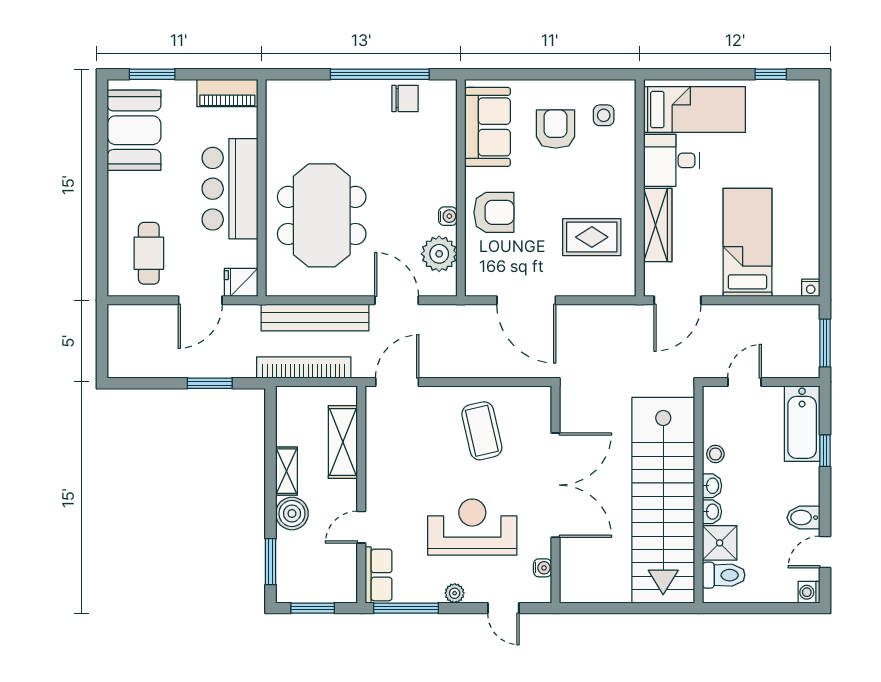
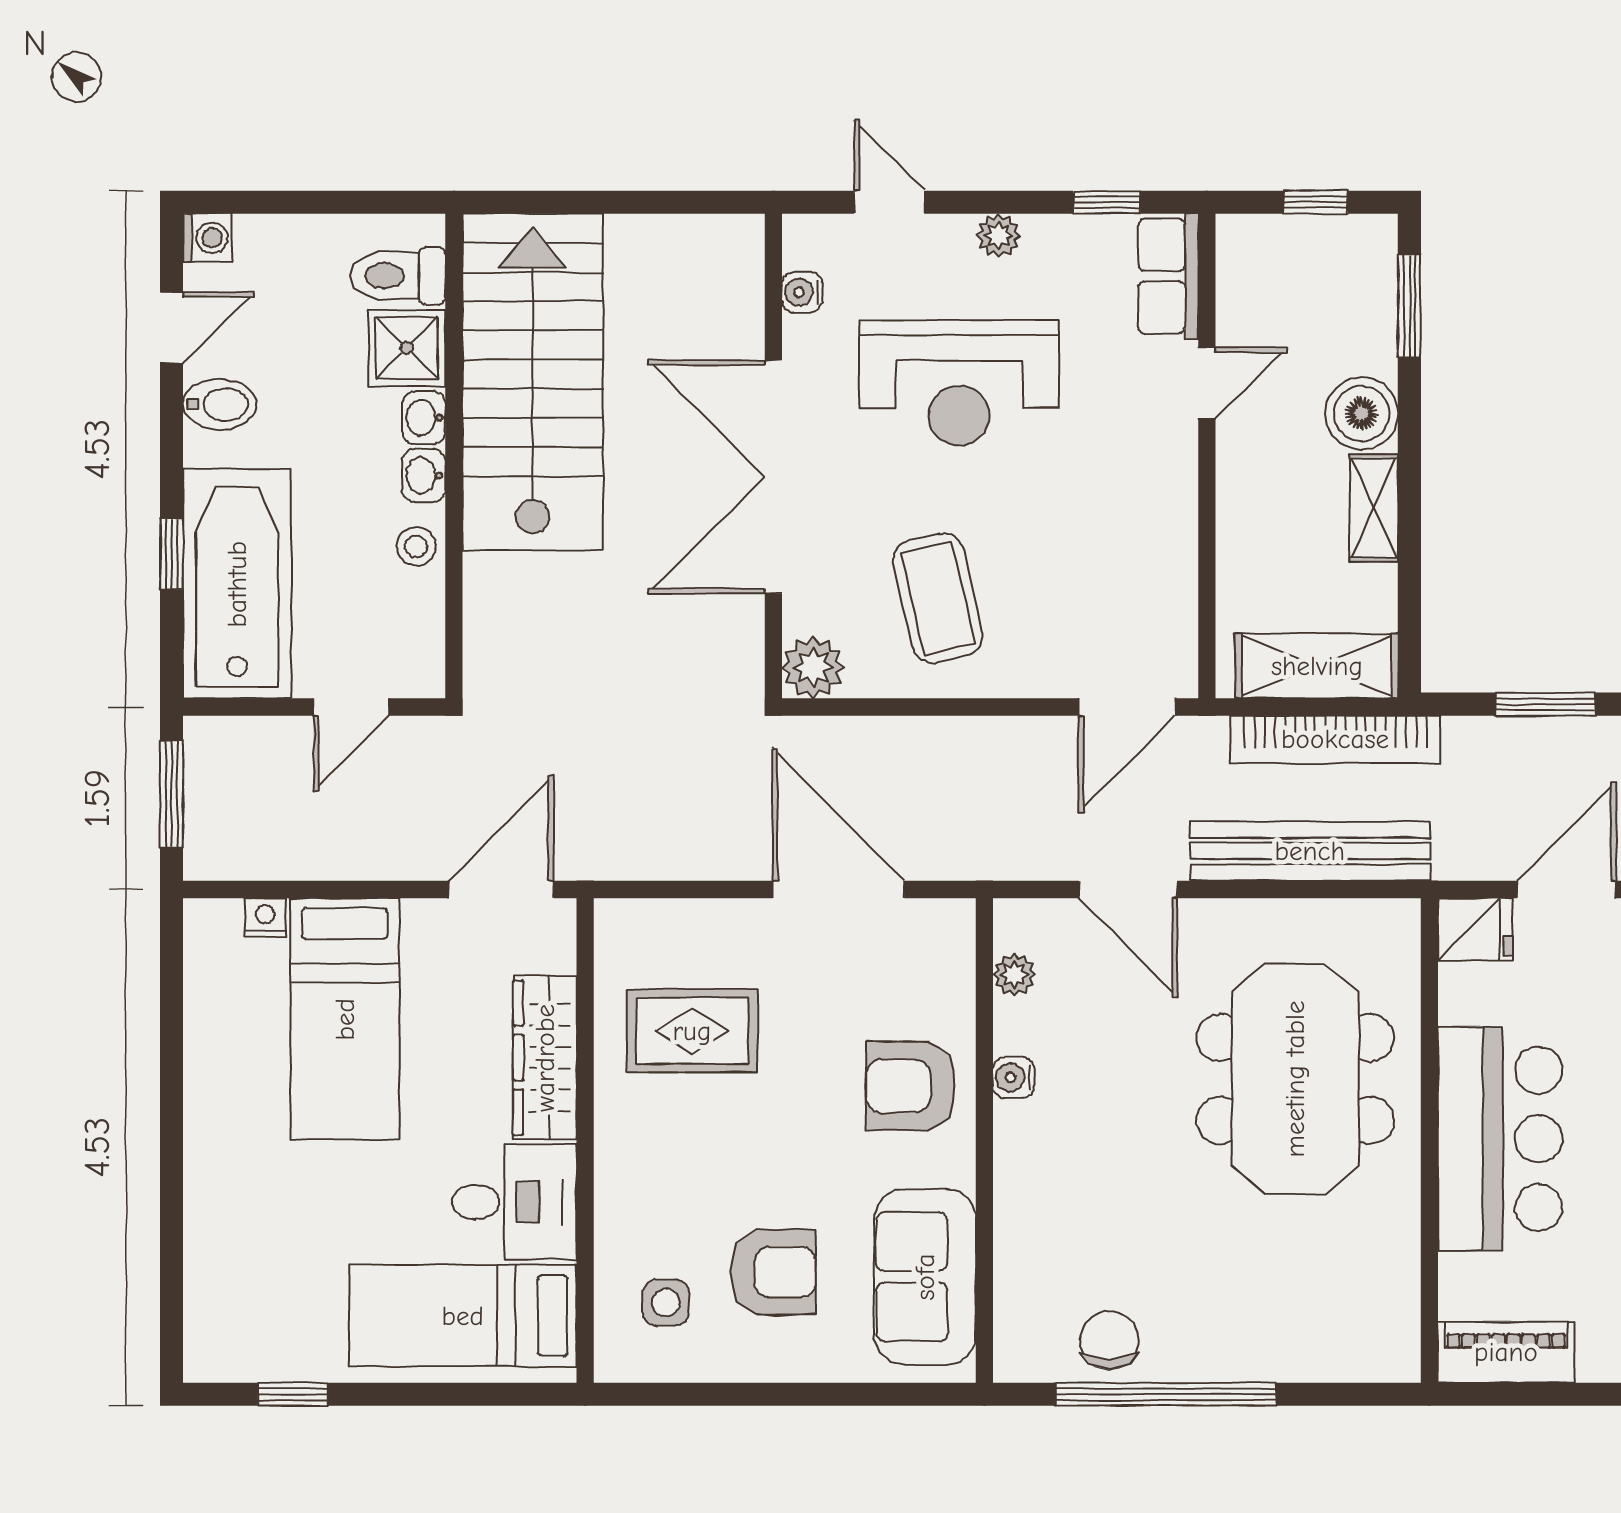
chair: (405, 98) -> (1109, 1340), turned 90
armchair: (556, 129) -> (773, 1272), turned -90
plant: (439, 254) -> (1014, 975), width x0.53, depth x0.53
nightstand: (811, 288) -> (265, 917), moved
plant: (538, 400) -> (813, 667), added
bathtub: (802, 424) -> (237, 584), width x1.36, depth x1.36
shelving: (343, 442) -> (1317, 666), moved, turned 90
stairs: (663, 500) -> (533, 382), width x0.73
window: (313, 608) -> (1315, 202), width x0.67
window: (406, 608) -> (1107, 202), width x0.46

